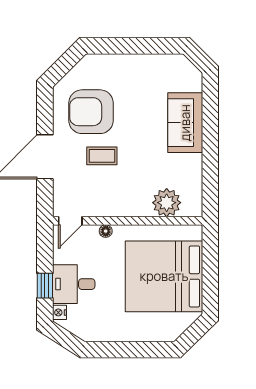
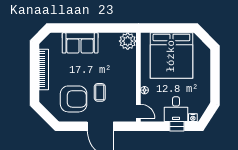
bookcase: (141, 61) -> (44, 69), added
armchair: (91, 112) -> (74, 99), turned -90
plant: (167, 203) -> (128, 41), moved

